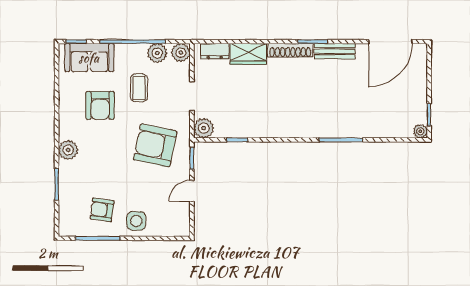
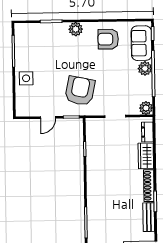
plant: (157, 53) -> (145, 68), moved
coffee table: (139, 88) -> (120, 79), removed
armchair: (100, 105) -> (108, 39), moved
plant: (204, 128) -> (93, 125), removed
door: (192, 191) -> (48, 117), swing flipped
armchair: (102, 210) -> (34, 54), removed

